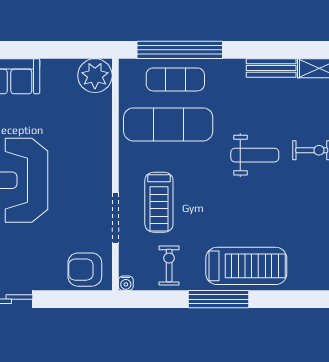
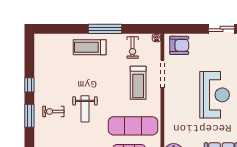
weight bench: (255, 155) -> (85, 109), turned -90
treadmill: (159, 202) -> (138, 83), turned 180
treadmill: (246, 266) -> (90, 47), width x0.73, depth x0.73

